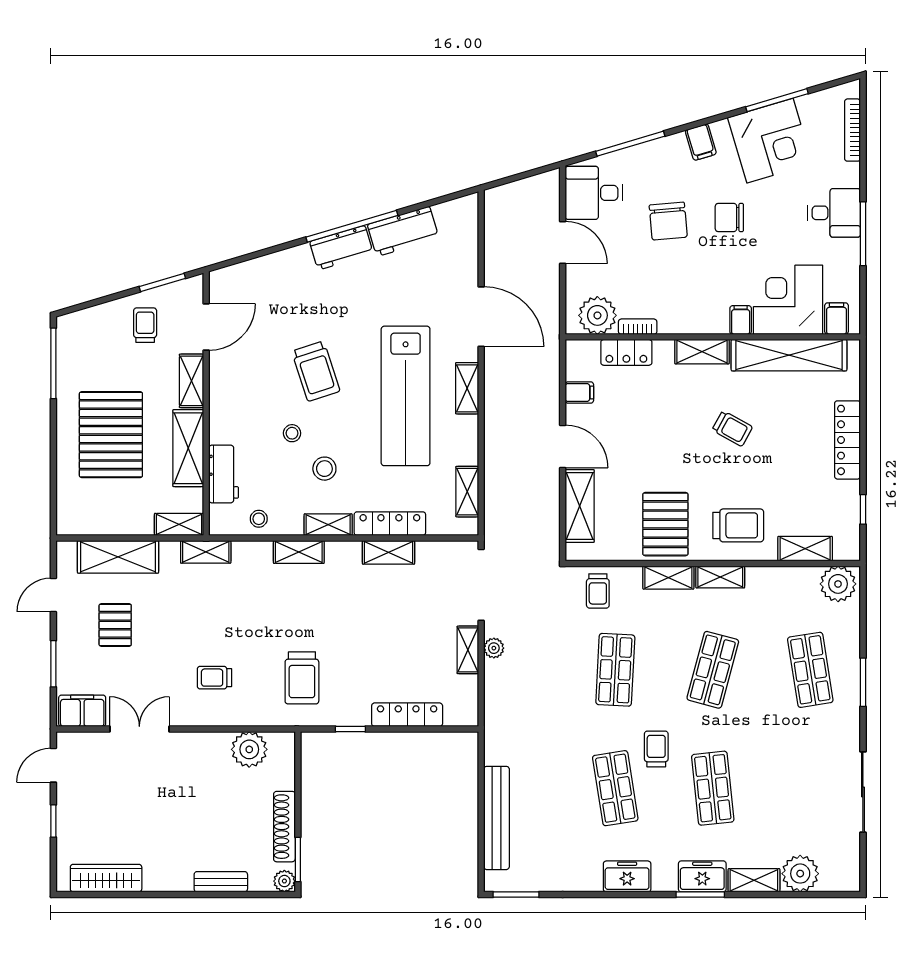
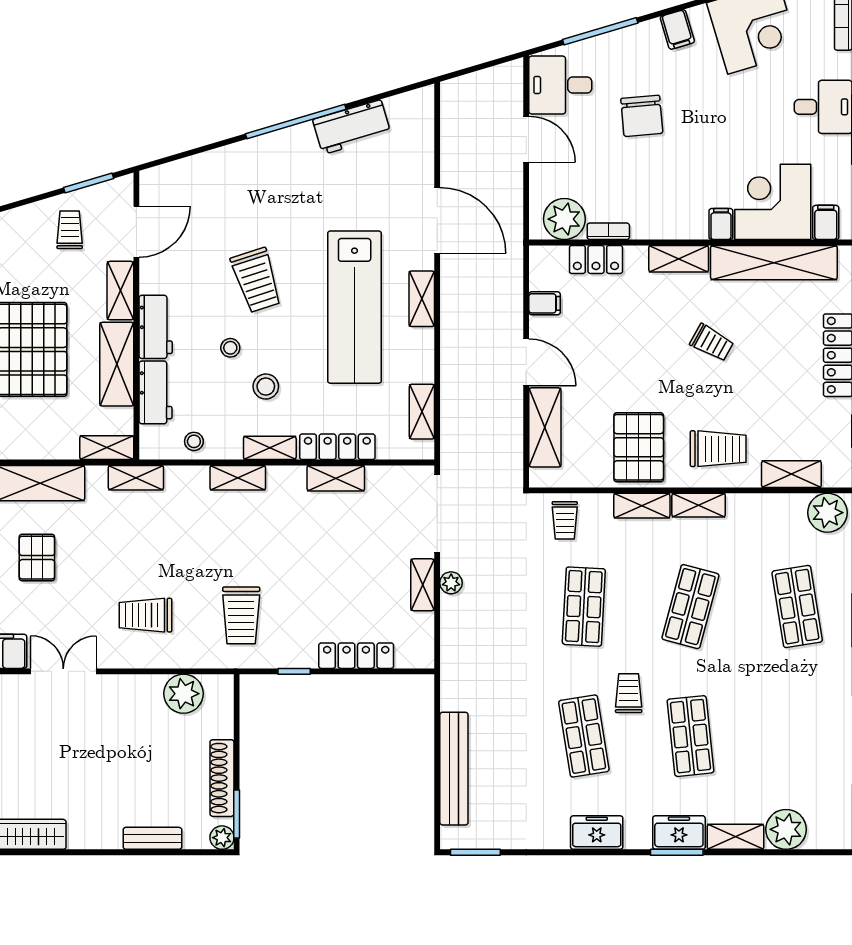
chair: (729, 218) -> (709, 112), removed
workbench: (341, 248) -> (156, 327), moved, turned -73
trolley: (214, 678) -> (145, 615), width x1.36, depth x1.39

